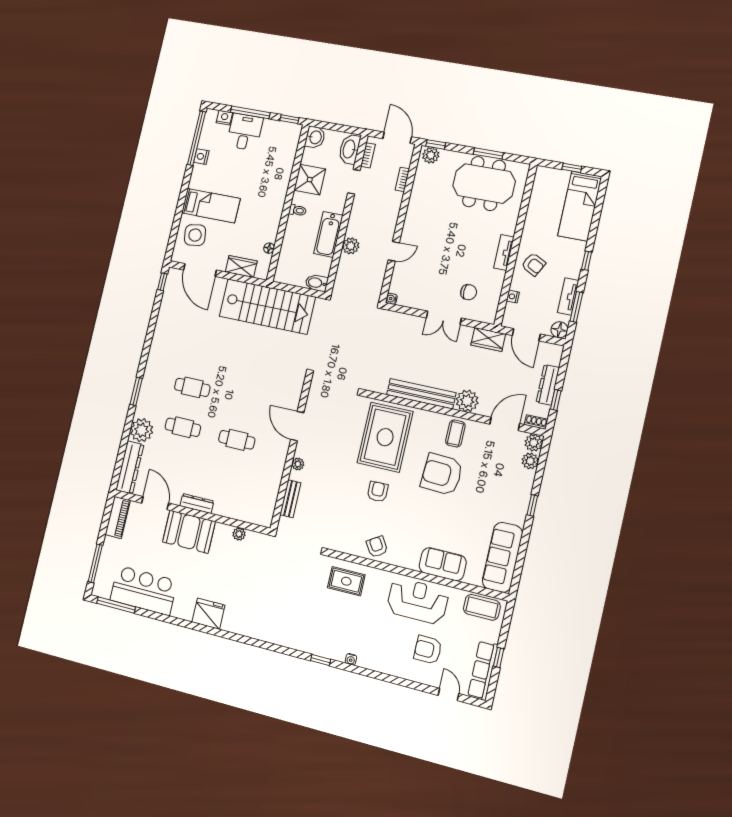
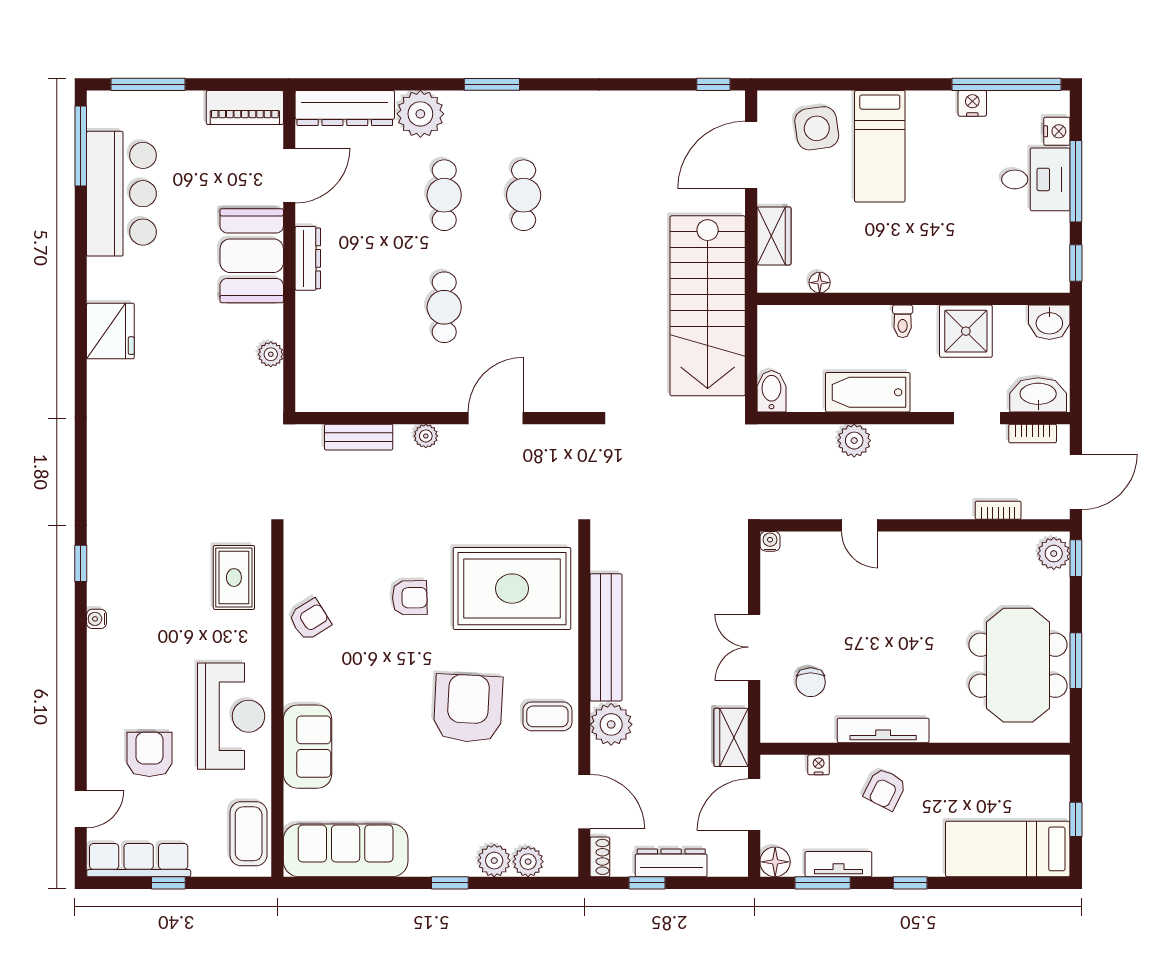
tv unit: (504, 253) -> (883, 730), width x1.41
plant: (534, 443) -> (494, 861), moved

